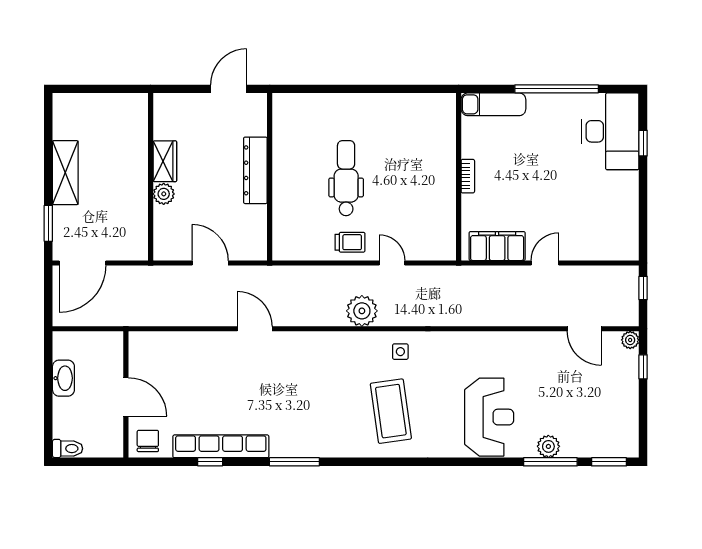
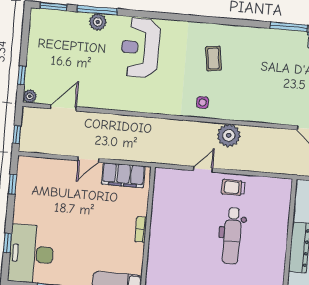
window: (643, 222) -> (12, 184), added
door: (392, 263) -> (203, 169), swing flipped
door: (584, 329) -> (63, 108), hinge flipped
coffee table: (391, 411) -> (213, 58), width x0.54, depth x0.58

